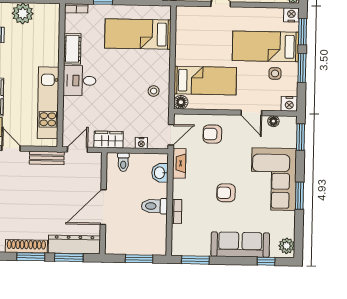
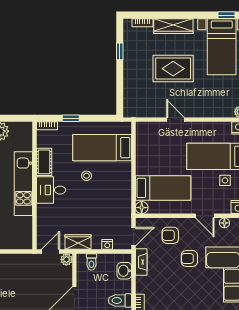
stool: (154, 91) -> (87, 176), moved
kitchen unit: (48, 103) -> (23, 184), moved
bench: (47, 158) -> (23, 259), removed
plant: (95, 159) -> (66, 259), added
armchair: (226, 193) -> (189, 258), moved

